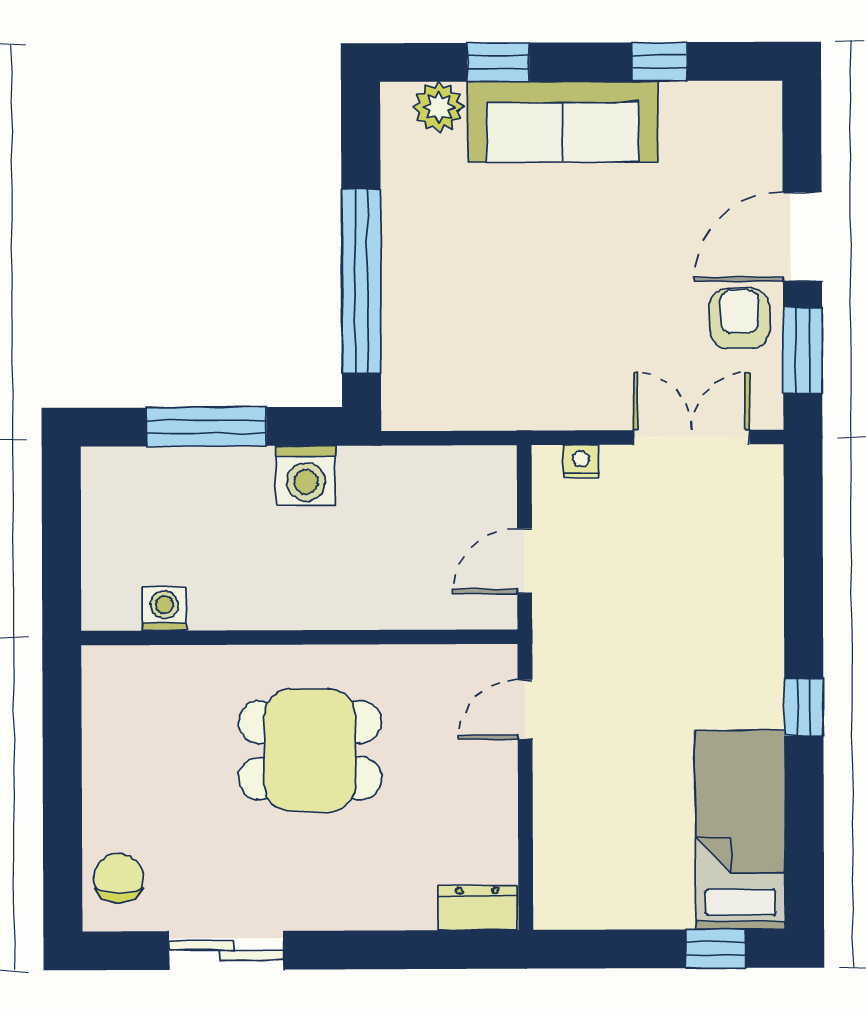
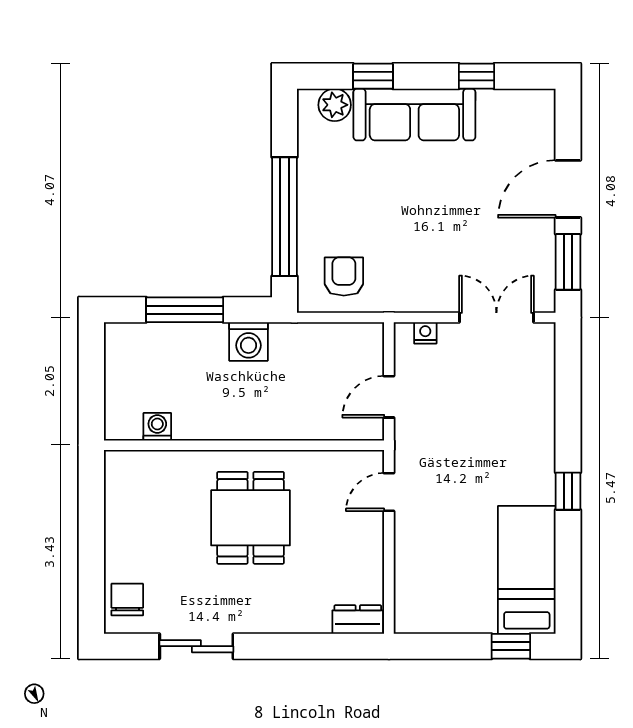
armchair: (740, 318) -> (344, 276), moved
dining table: (310, 750) -> (251, 518), turned 90

